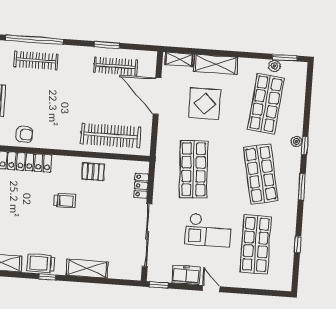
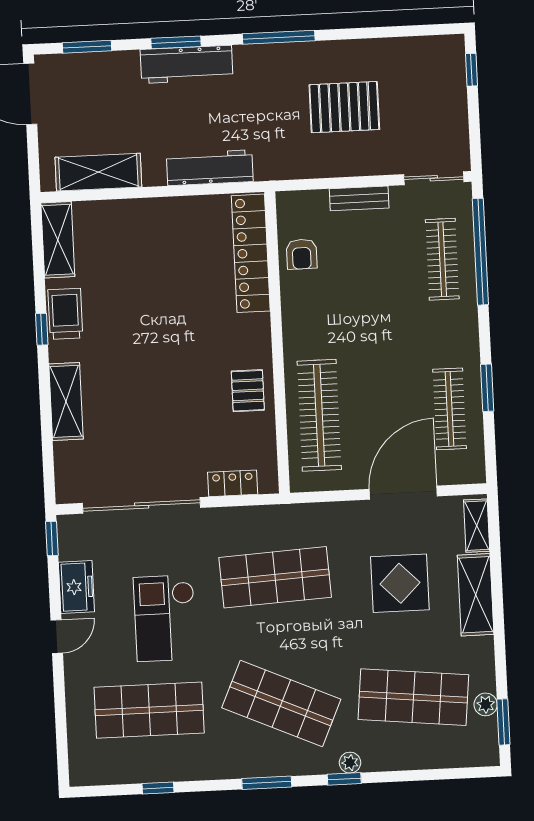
shop shelf: (261, 174) -> (281, 704), turned 36
trolley: (65, 201) -> (188, 345), removed

